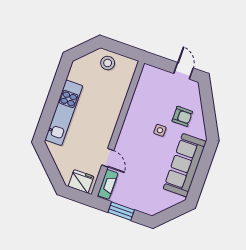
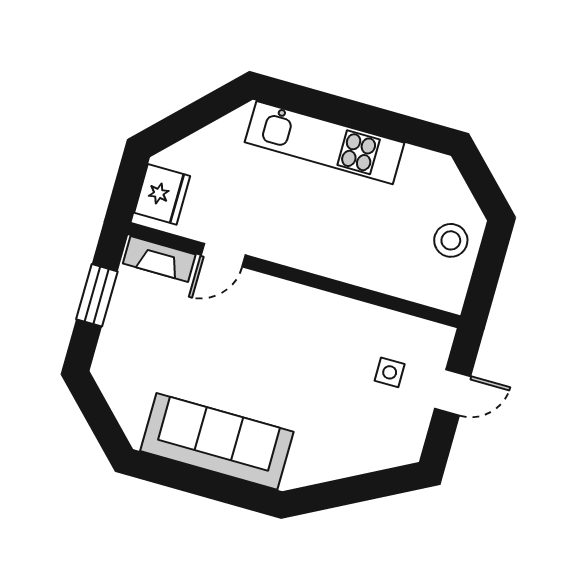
door: (184, 71) -> (453, 392), moved
armchair: (182, 116) -> (334, 428), removed
side table: (160, 130) -> (390, 372), moved

